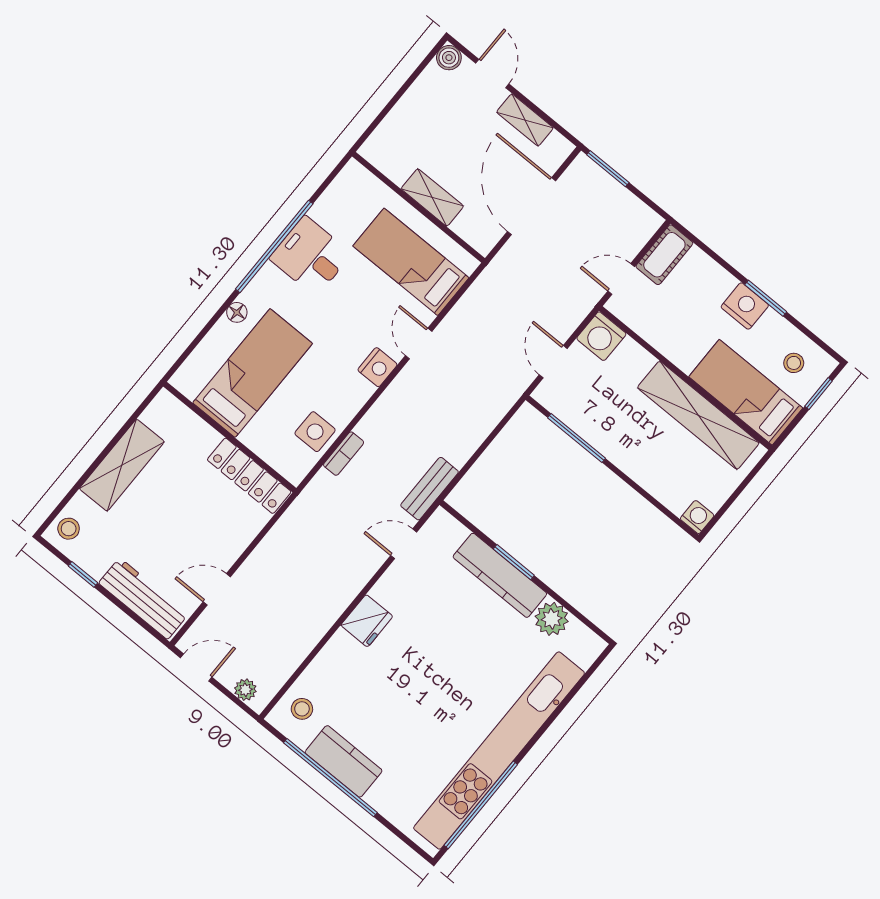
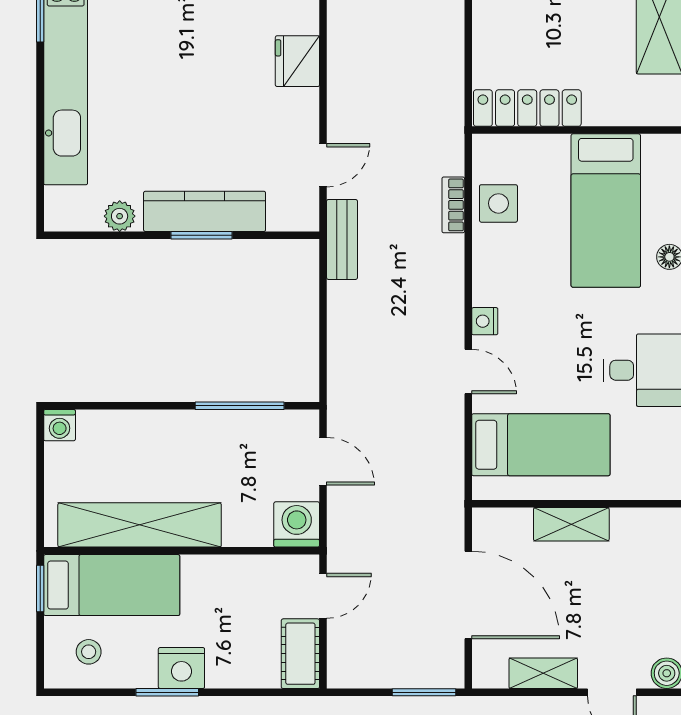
nightstand: (377, 367) -> (485, 321), width x0.72, depth x0.74
window: (819, 394) -> (40, 588), moved
plant: (552, 619) -> (120, 216), width x0.73, depth x0.73

